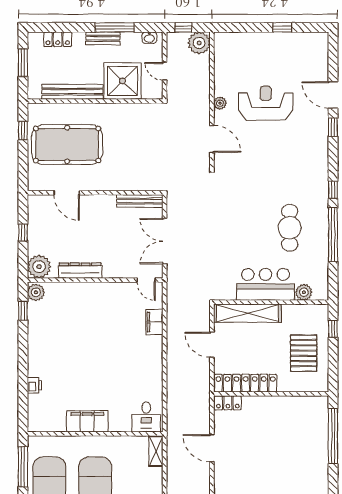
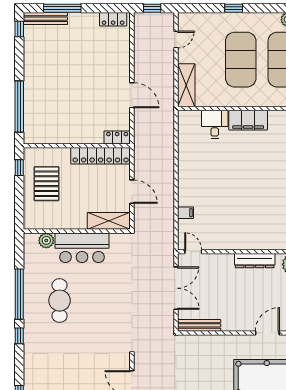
door: (67, 193) -> (267, 333), hinge flipped
shelving: (248, 313) -> (109, 221), width x0.68
filing cabinet: (154, 322) -> (185, 213), width x0.50
window: (333, 329) -> (19, 168), moved
desk: (146, 417) -> (215, 124), moved
shelving: (156, 451) -> (186, 85), width x1.50, depth x1.33

